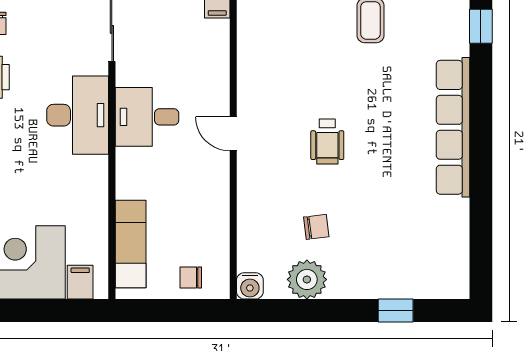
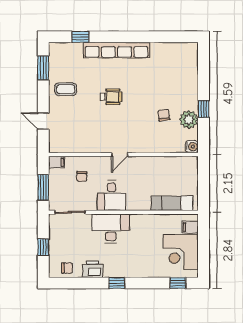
window: (481, 26) -> (80, 37), moved
wheelchair: (327, 141) -> (111, 97), moved
chair: (191, 277) -> (82, 176), moved
window: (396, 310) -> (204, 109), moved

